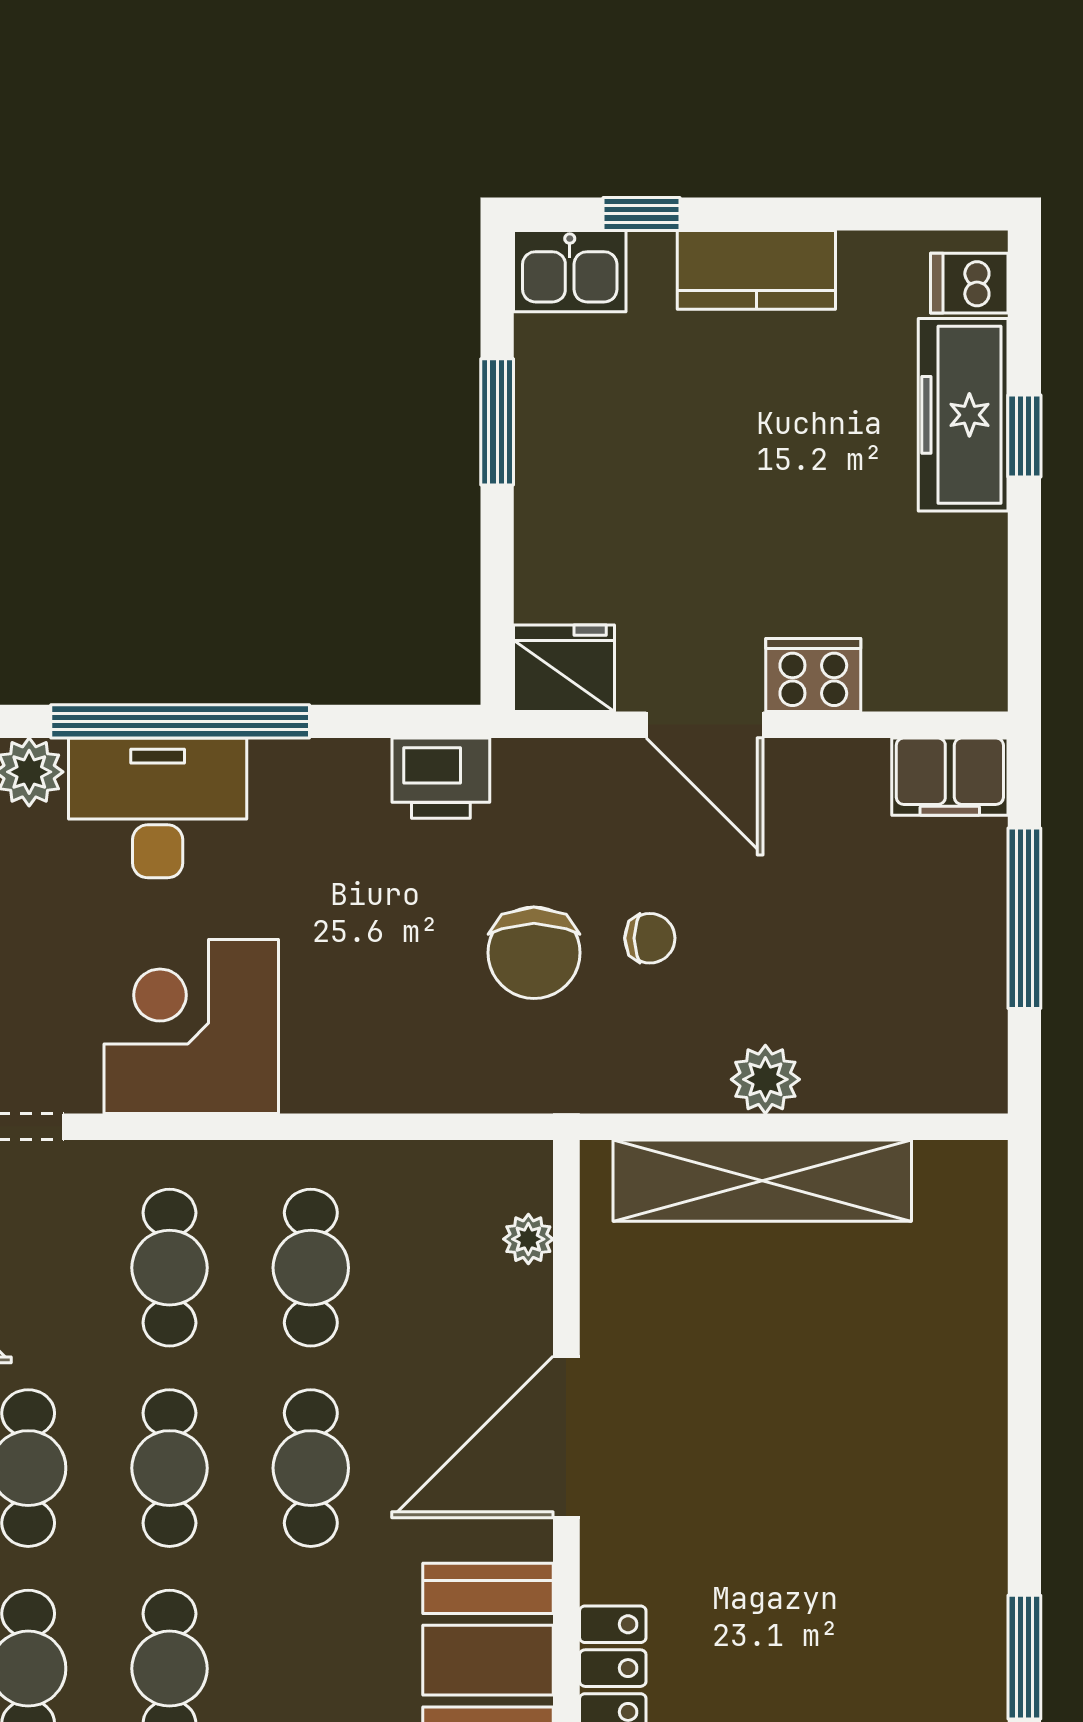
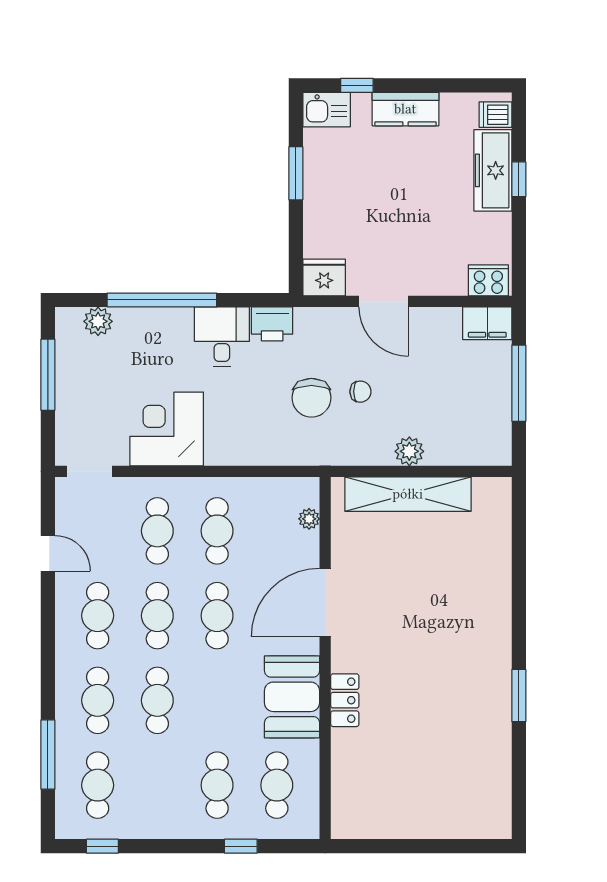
cooker: (813, 675) -> (488, 280), moved
desk: (158, 808) -> (222, 337), moved, width x0.73

